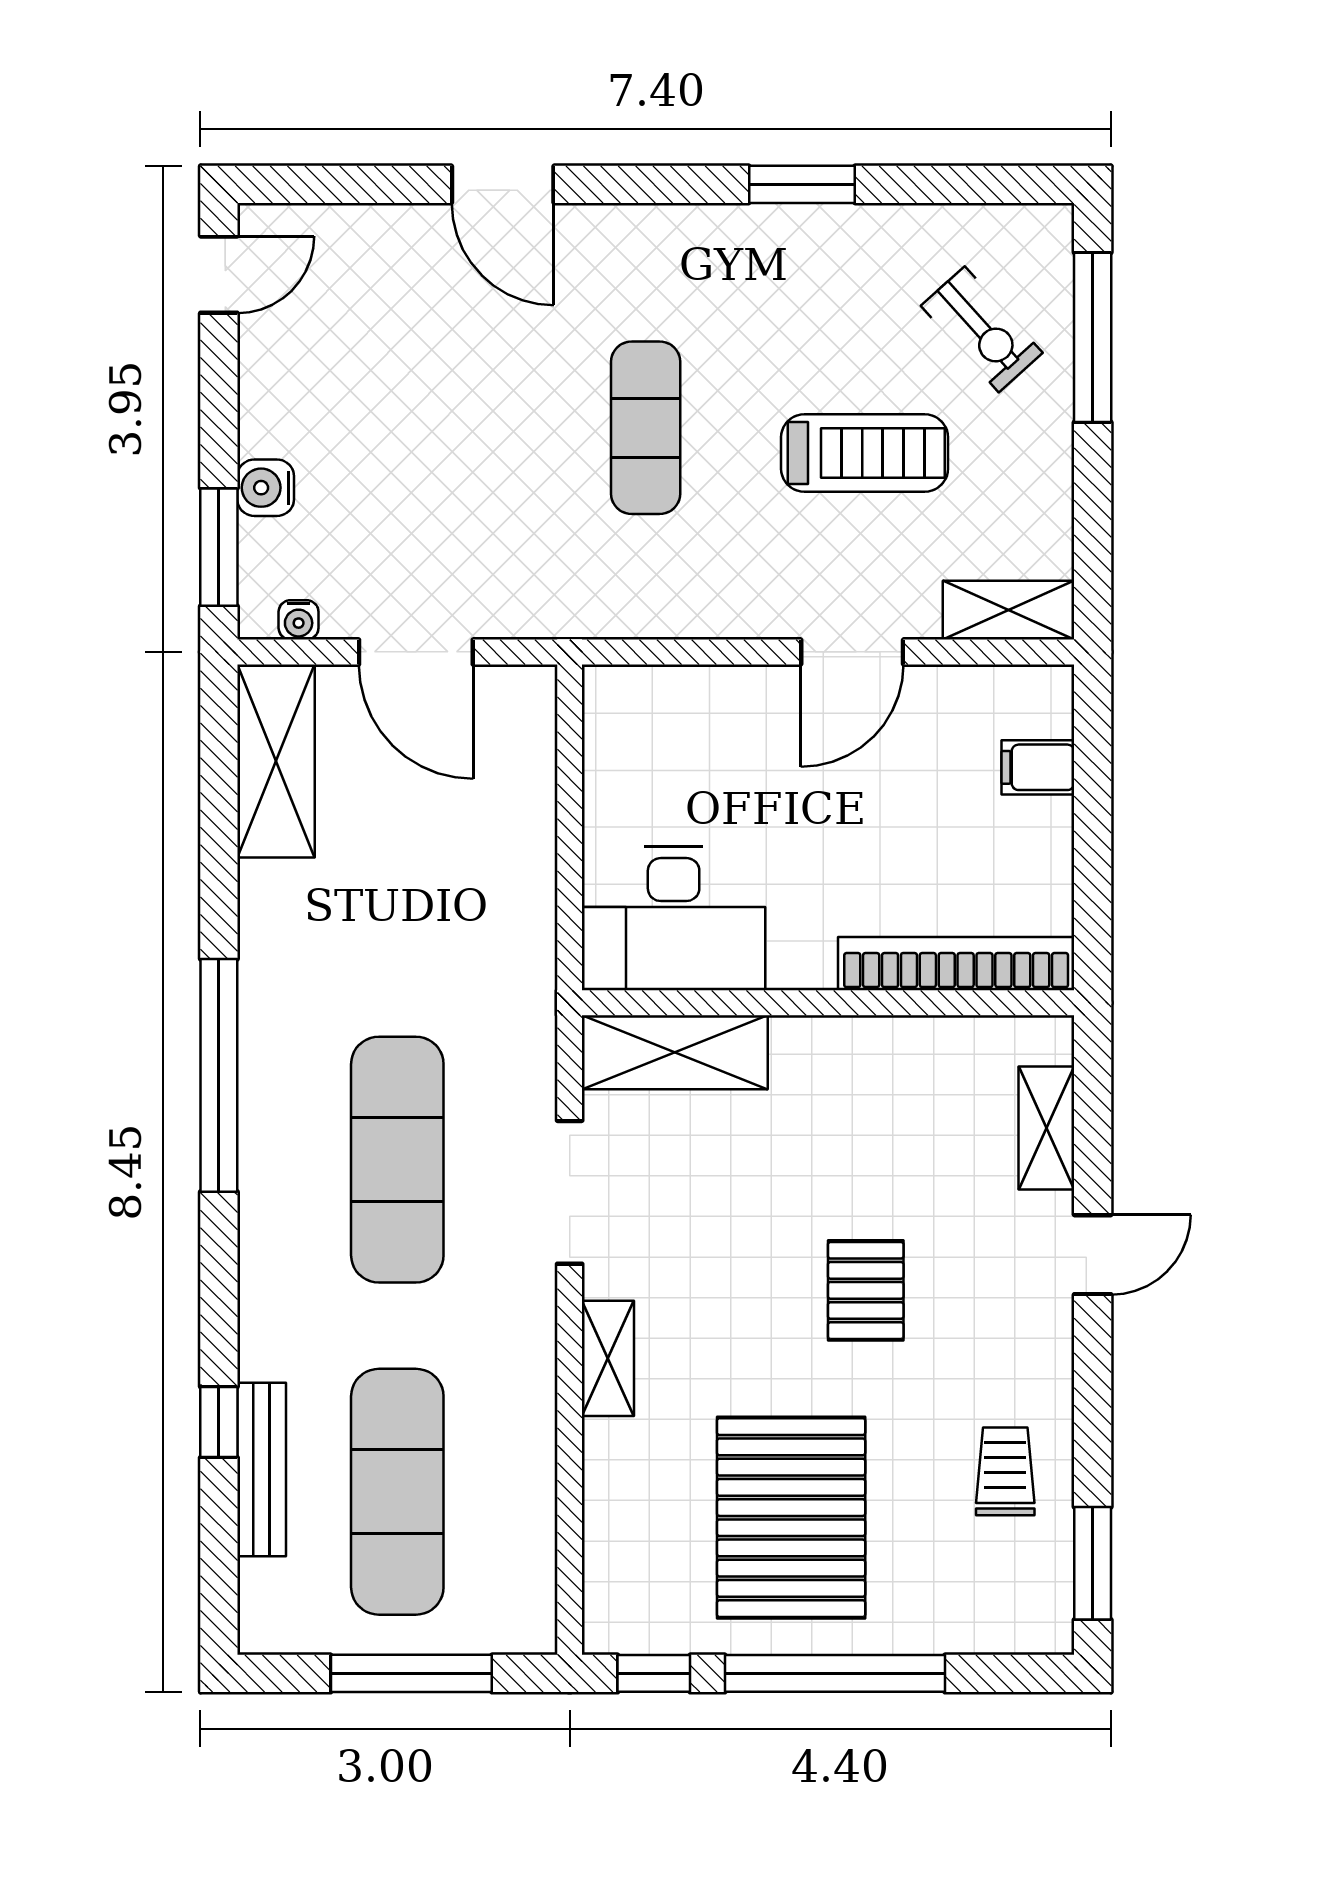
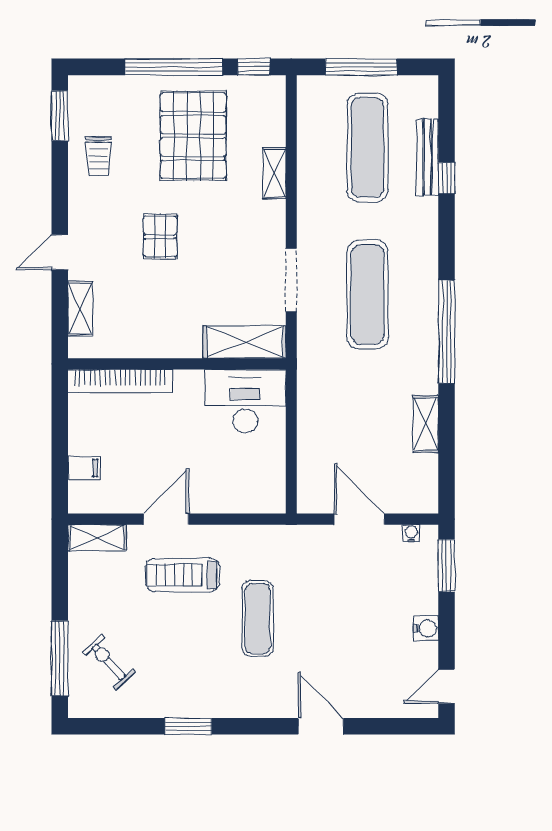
treadmill: (865, 453) -> (182, 575), moved
water cooler: (266, 488) -> (426, 628), moved
shelving: (276, 761) -> (426, 424), moved, width x0.67, depth x0.75
shelving: (608, 1358) -> (274, 173), moved

